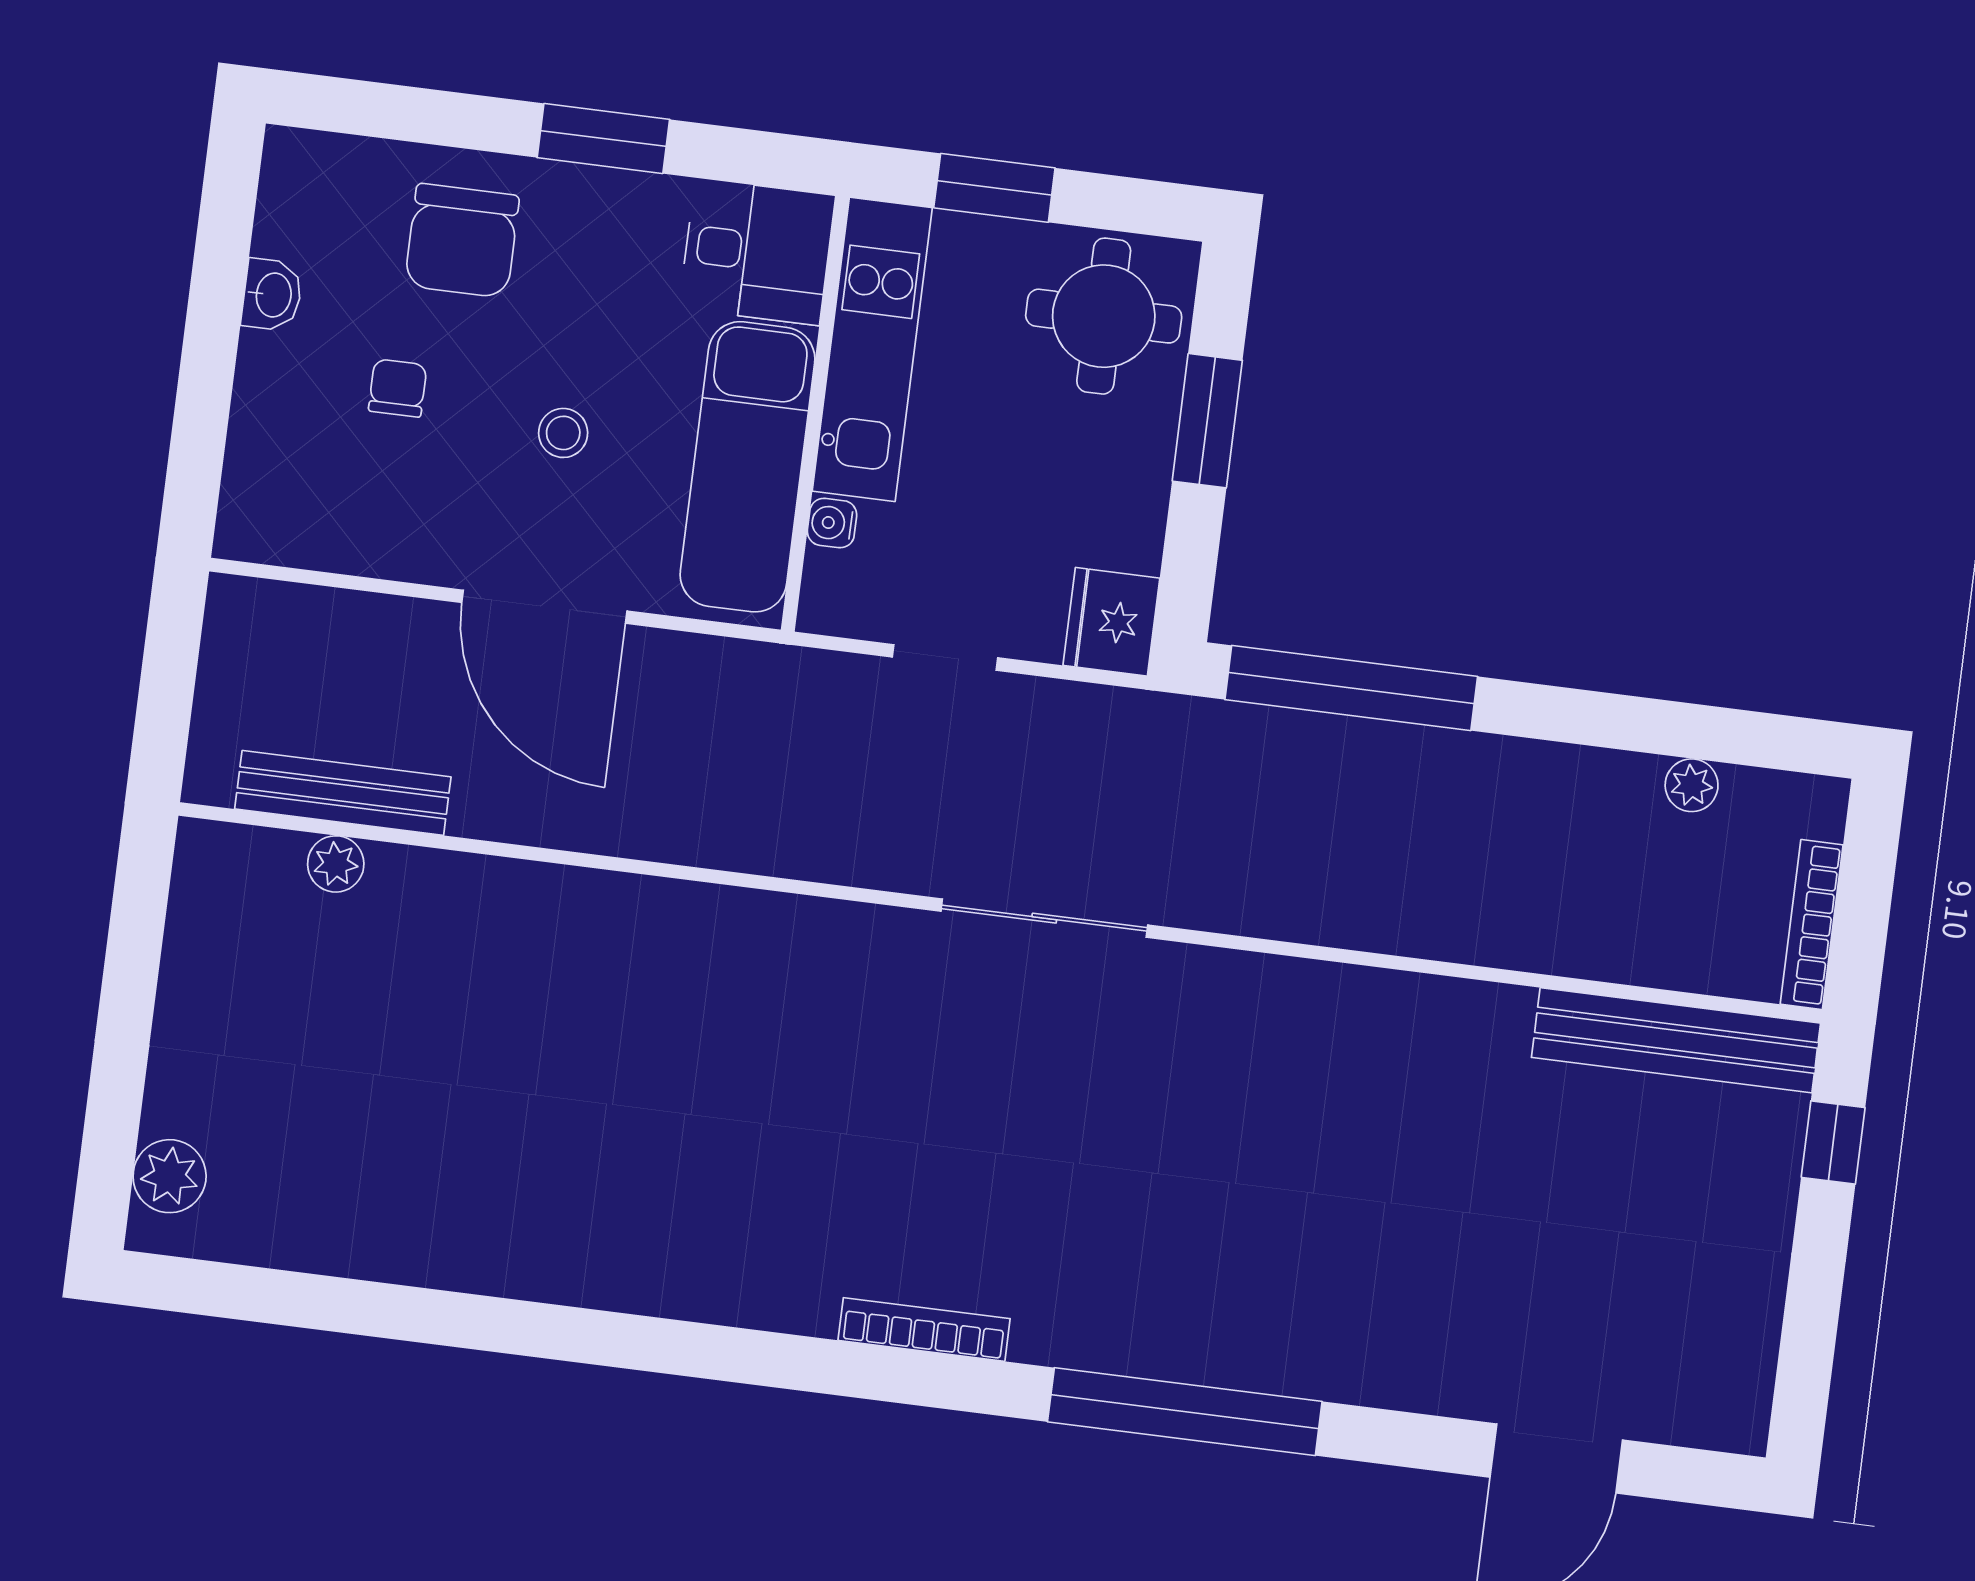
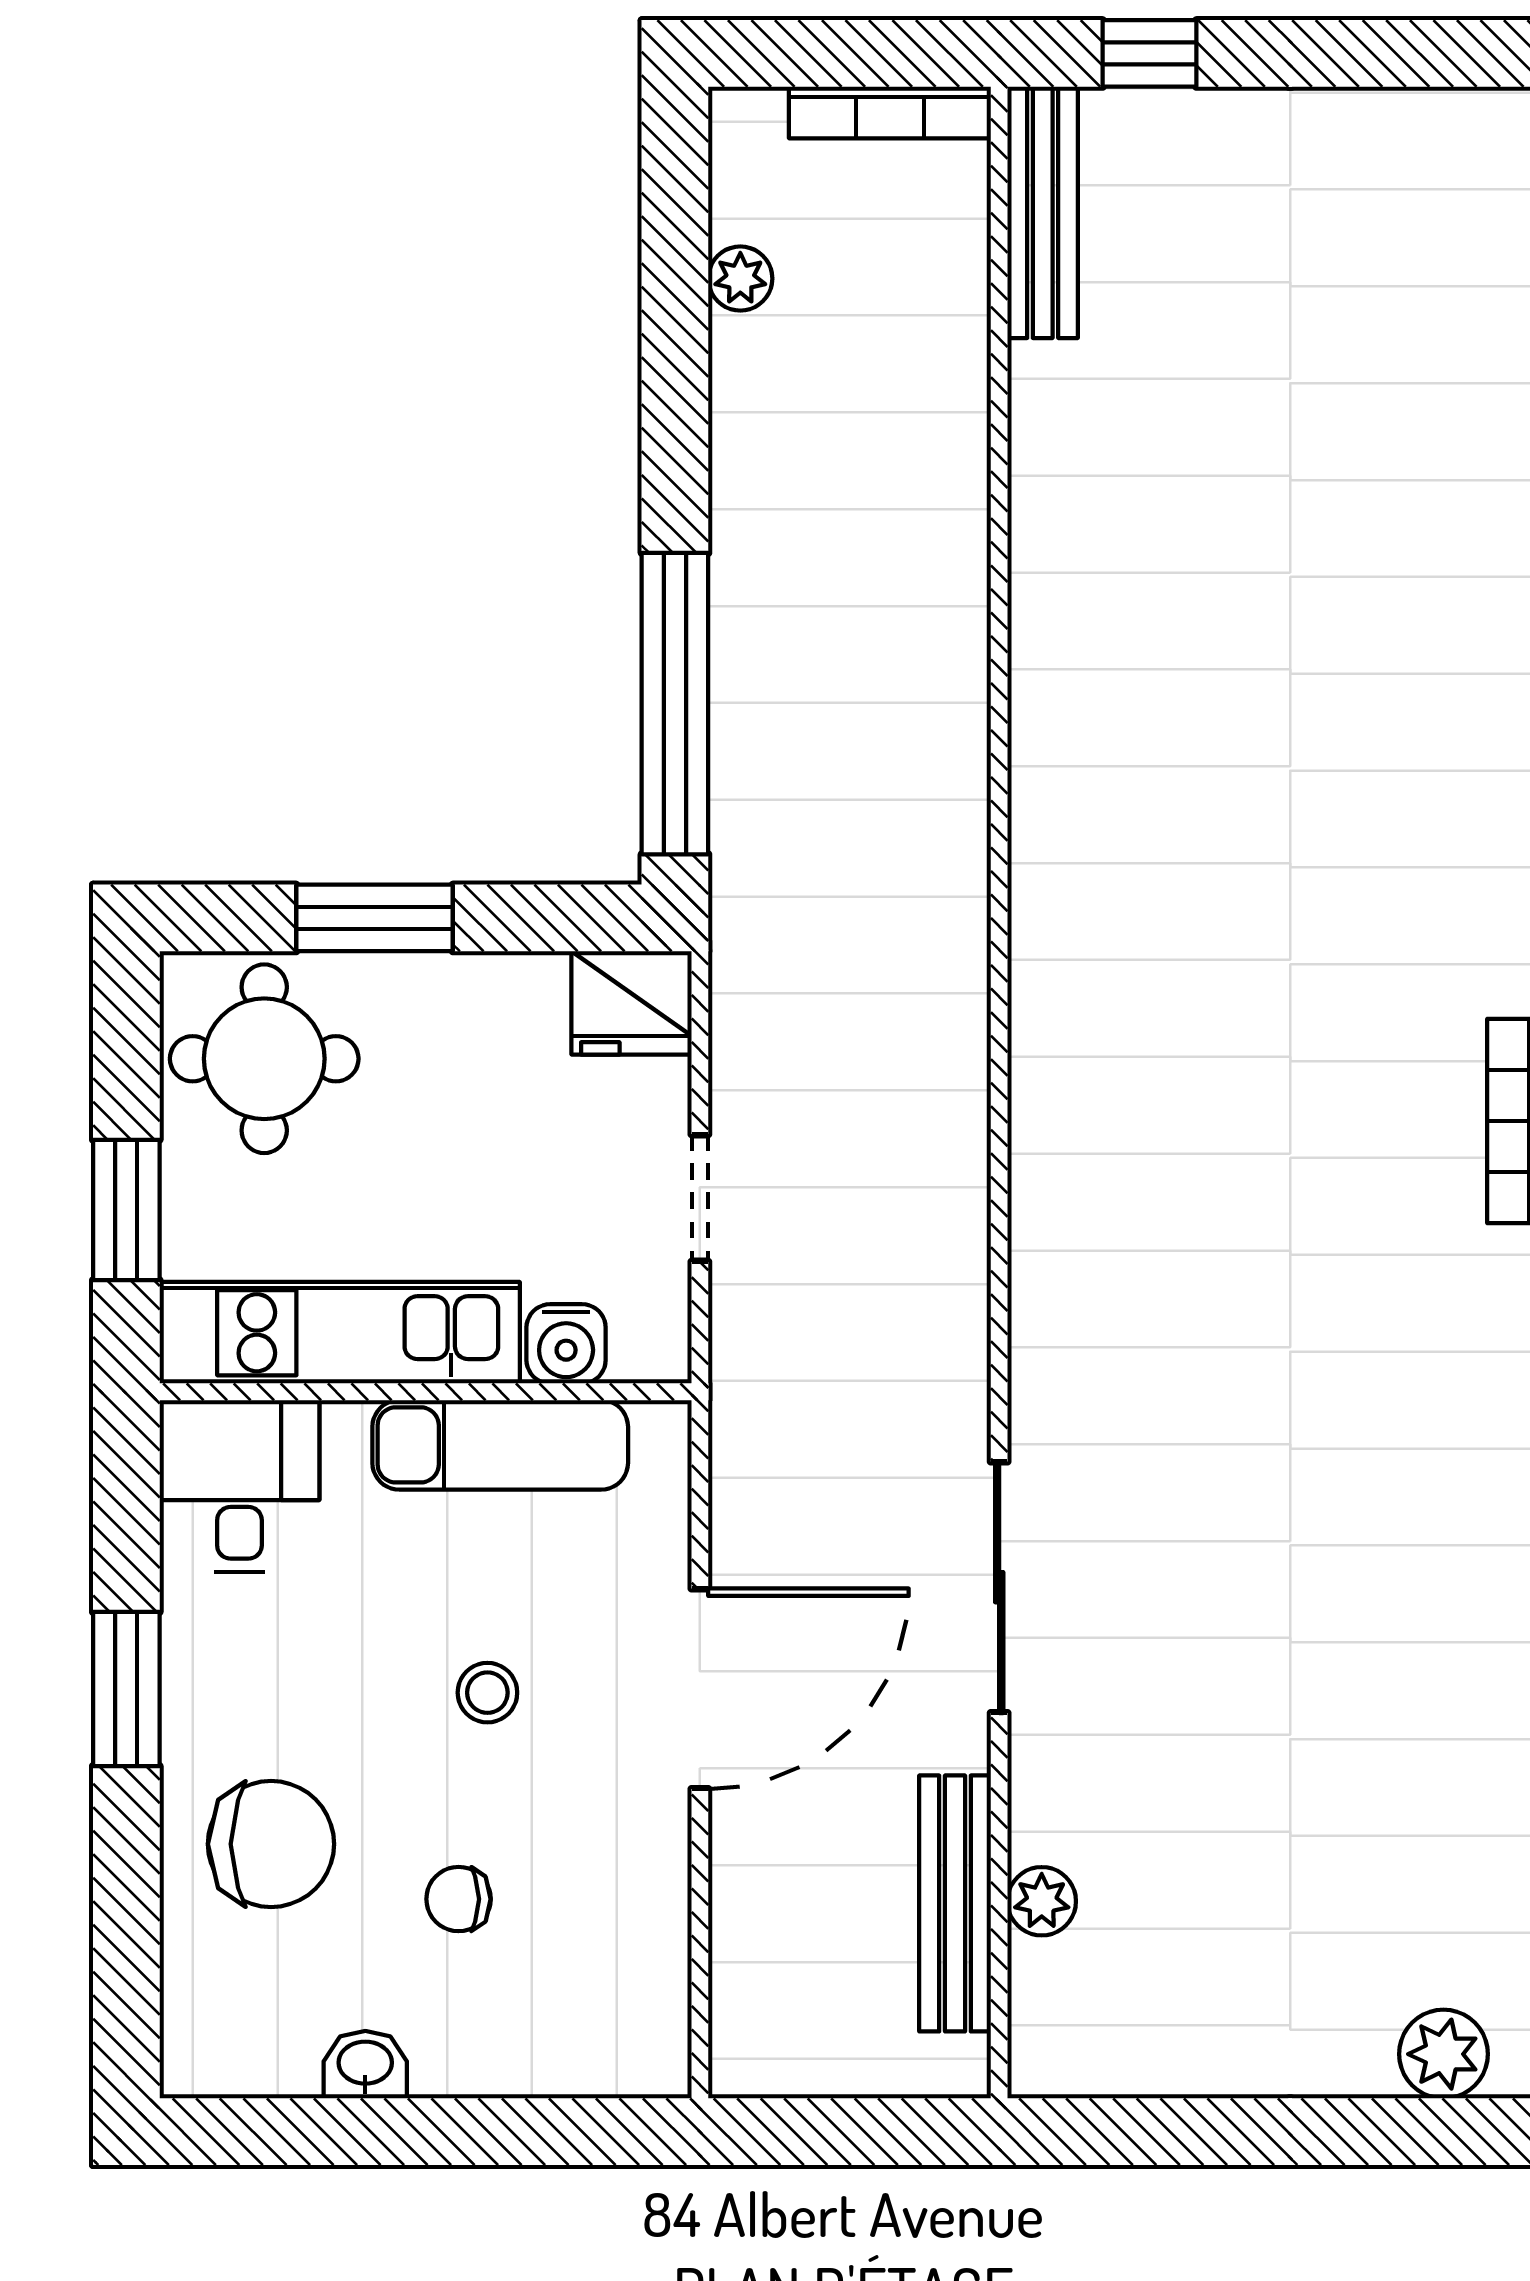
exam couch: (748, 467) -> (500, 1445), width x0.73, depth x0.69
water cooler: (832, 523) -> (566, 1344), width x1.38, depth x1.38
sliding door: (1044, 918) -> (999, 1587), moved
bench: (1676, 1040) -> (1043, 212), width x0.73, depth x0.82

